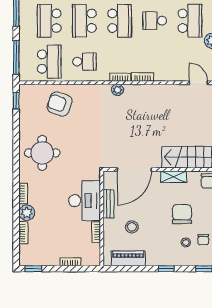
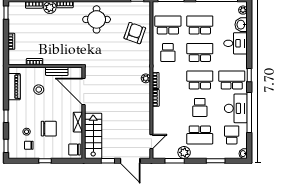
school desk: (120, 21) -> (200, 80), turned 180
school desk: (155, 21) -> (200, 107), turned 180
school desk: (49, 62) -> (168, 25), turned 180
desk: (84, 201) -> (59, 53), removed

